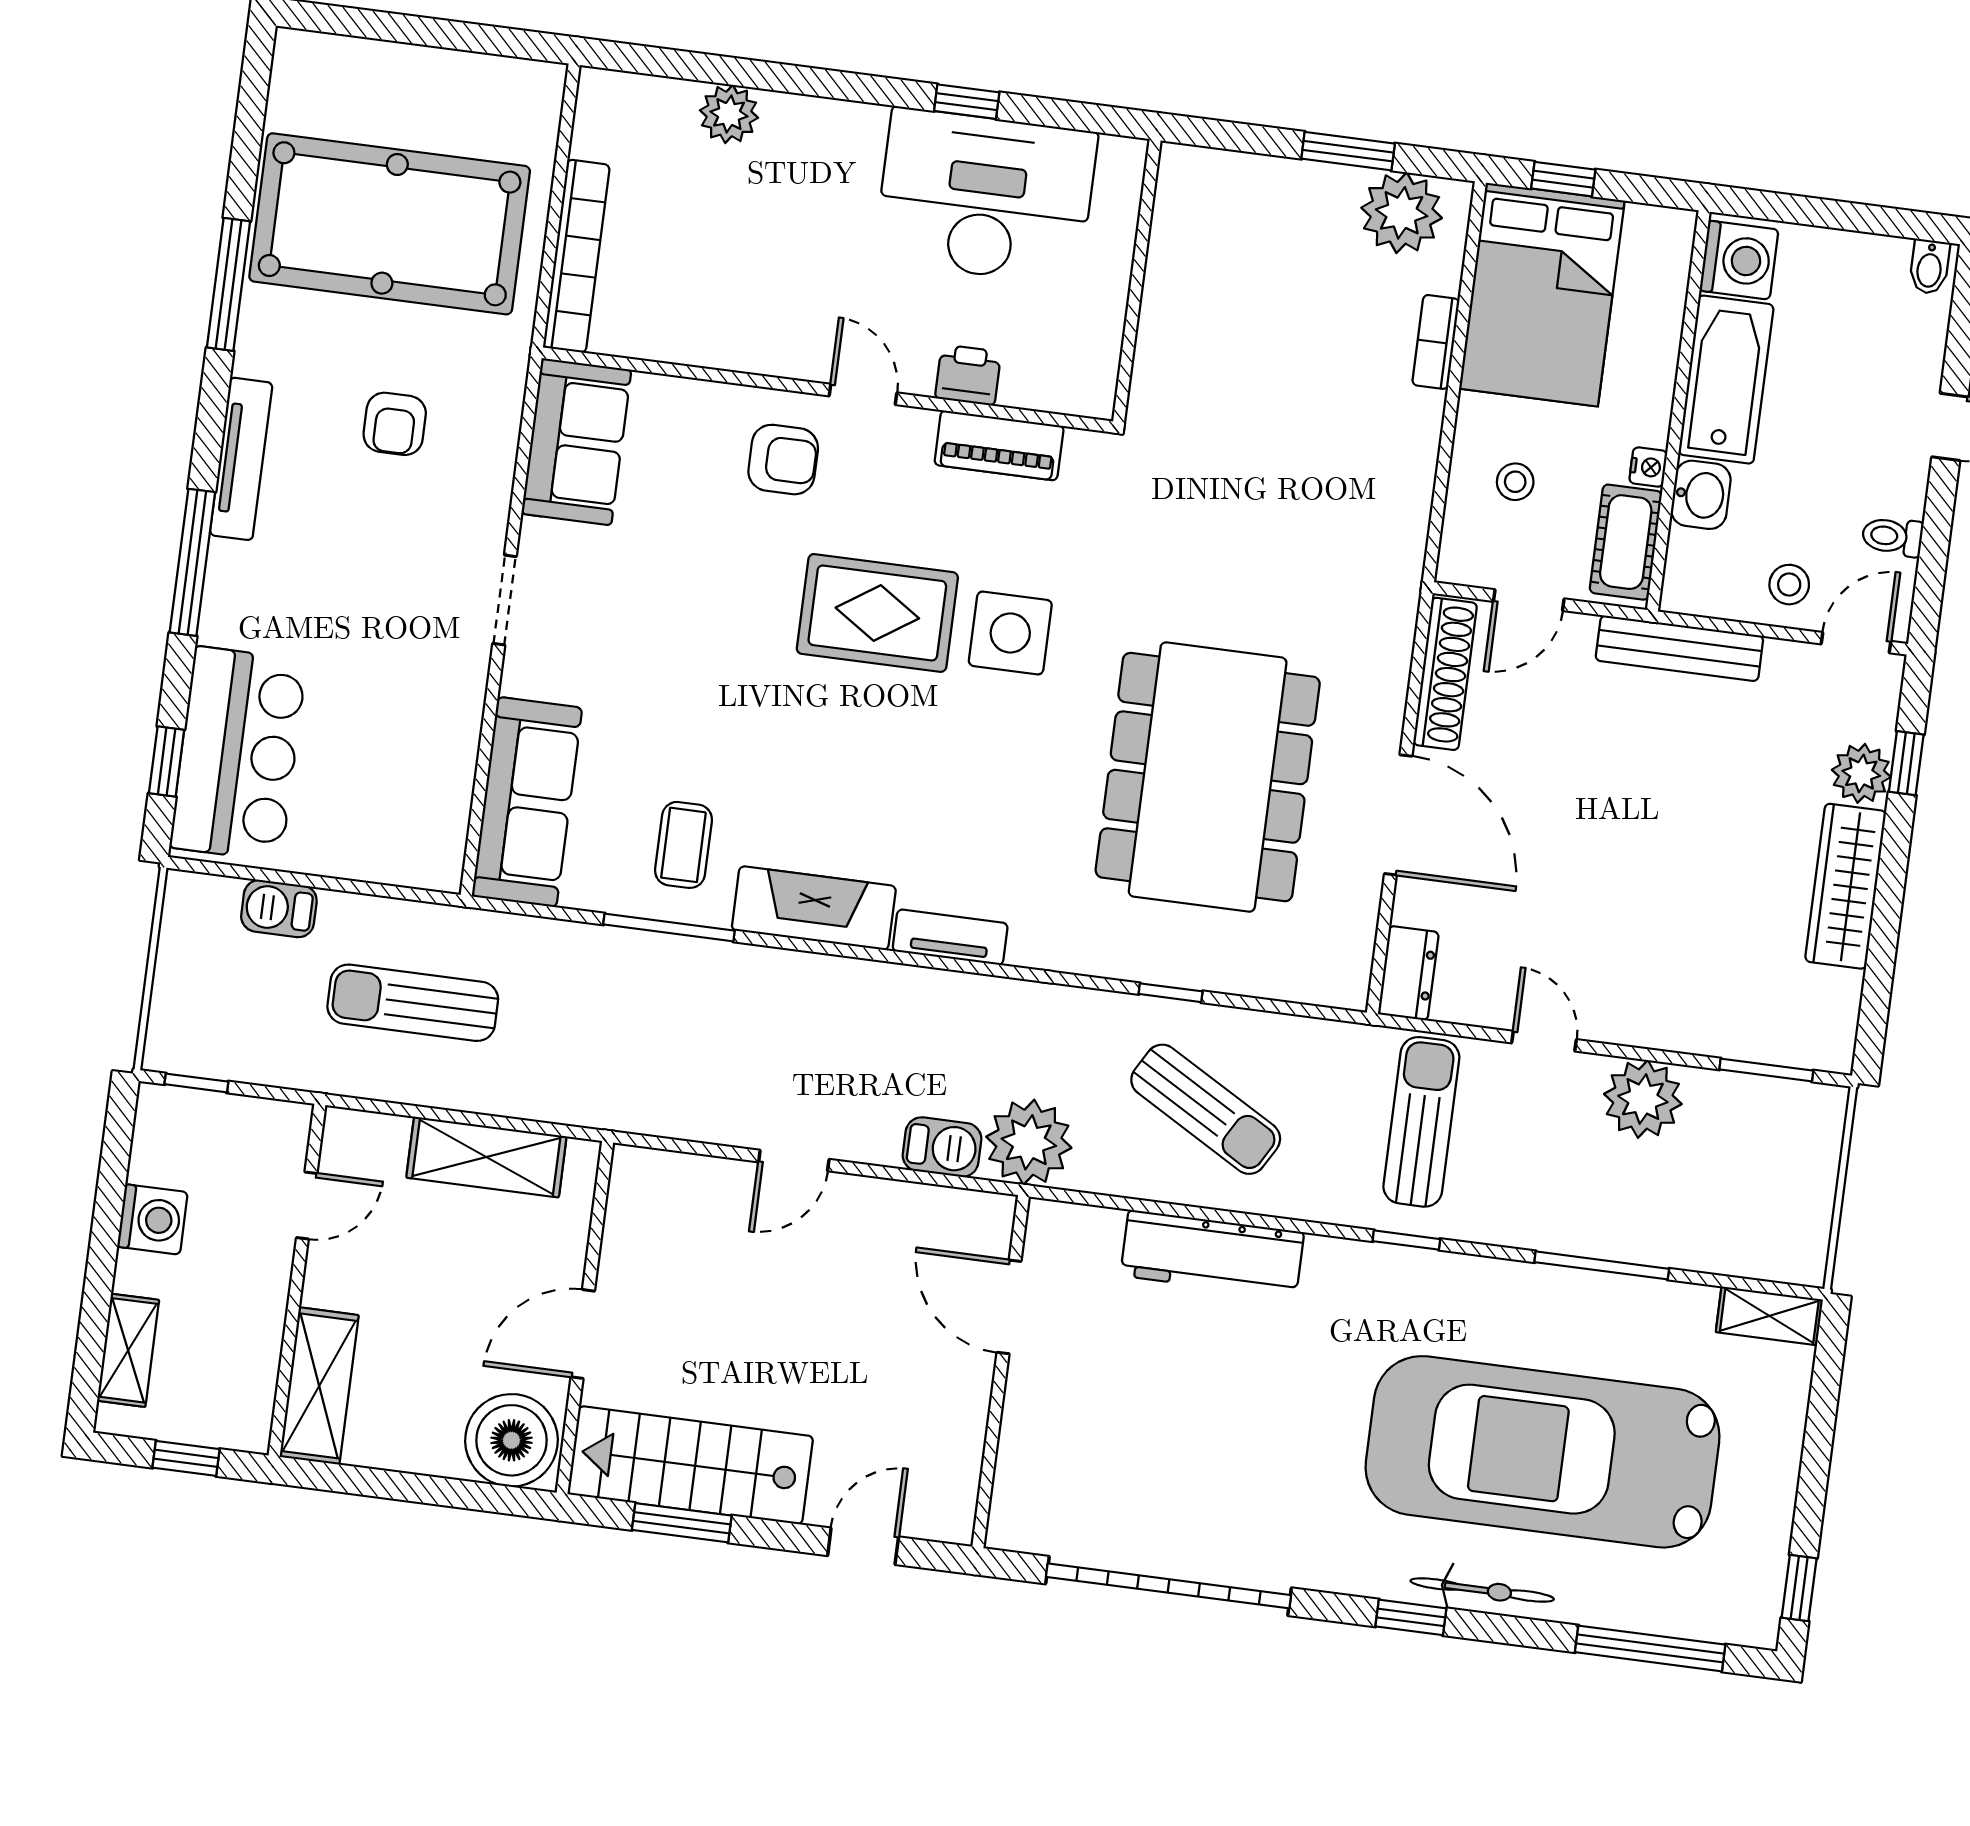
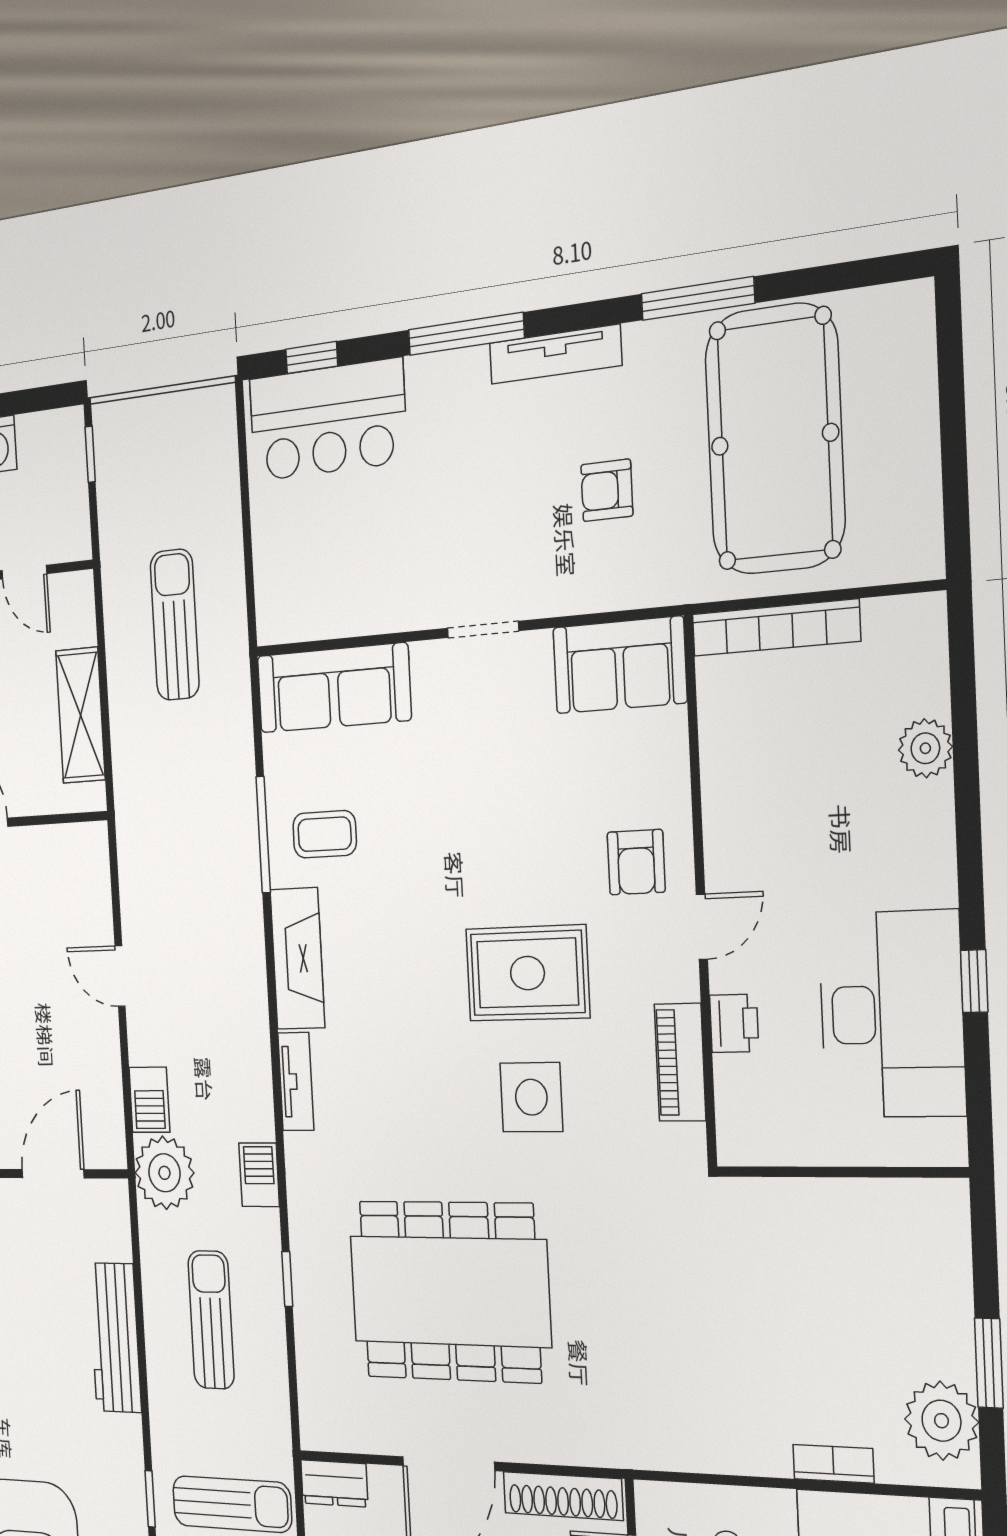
rug: (877, 613) -> (527, 973), turned 90
barbecue: (279, 909) -> (259, 1175), moved
sun lounger: (1206, 1109) -> (211, 1320), turned 150

